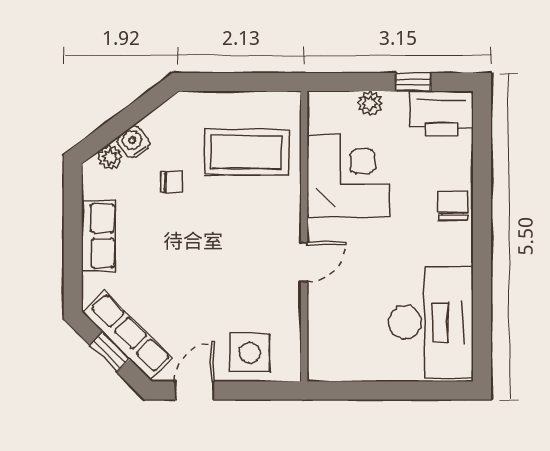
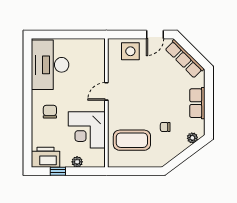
water cooler: (133, 142) -> (182, 145), removed
chair: (453, 205) -> (50, 112), moved, turned 180
window: (110, 352) -> (192, 51), removed

